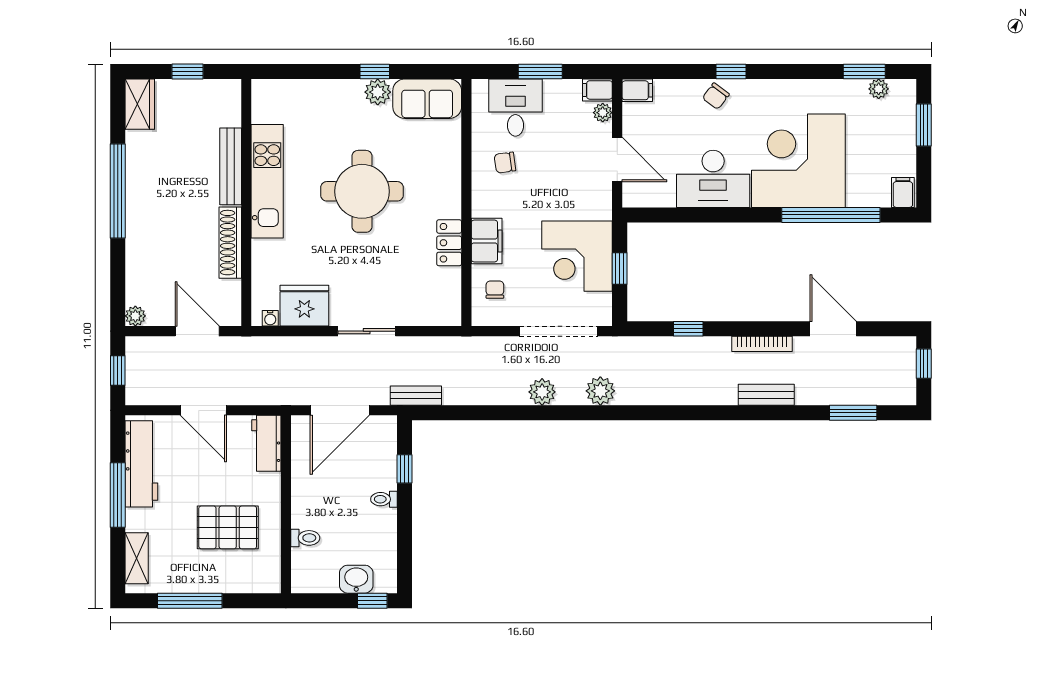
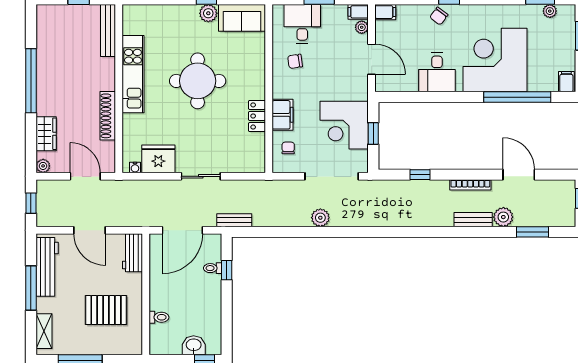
wardrobe: (140, 104) -> (46, 134), moved
bench: (231, 166) -> (108, 31), moved
desk: (713, 179) -> (437, 72), width x0.73
plant: (600, 391) -> (503, 217), moved
toilet: (384, 499) -> (213, 268), moved

